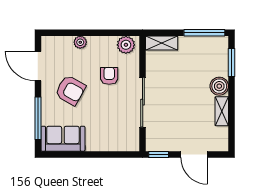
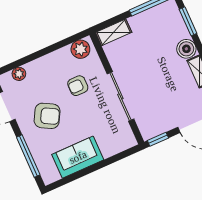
plant: (80, 42) -> (19, 74), moved
armchair: (109, 76) -> (78, 86), turned -90
sofa: (63, 139) -> (78, 157), moved

